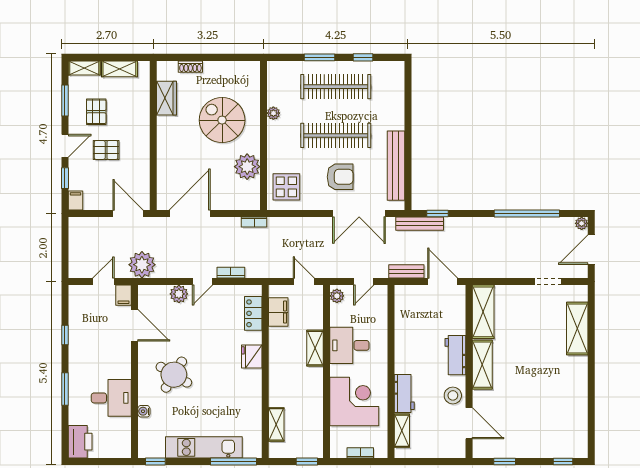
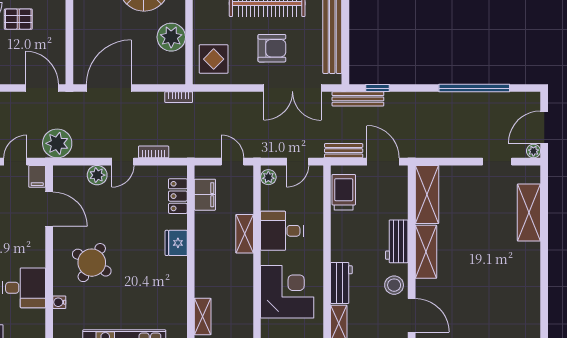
plant: (582, 223) -> (533, 151), moved
trolley: (406, 310) -> (344, 192), added

